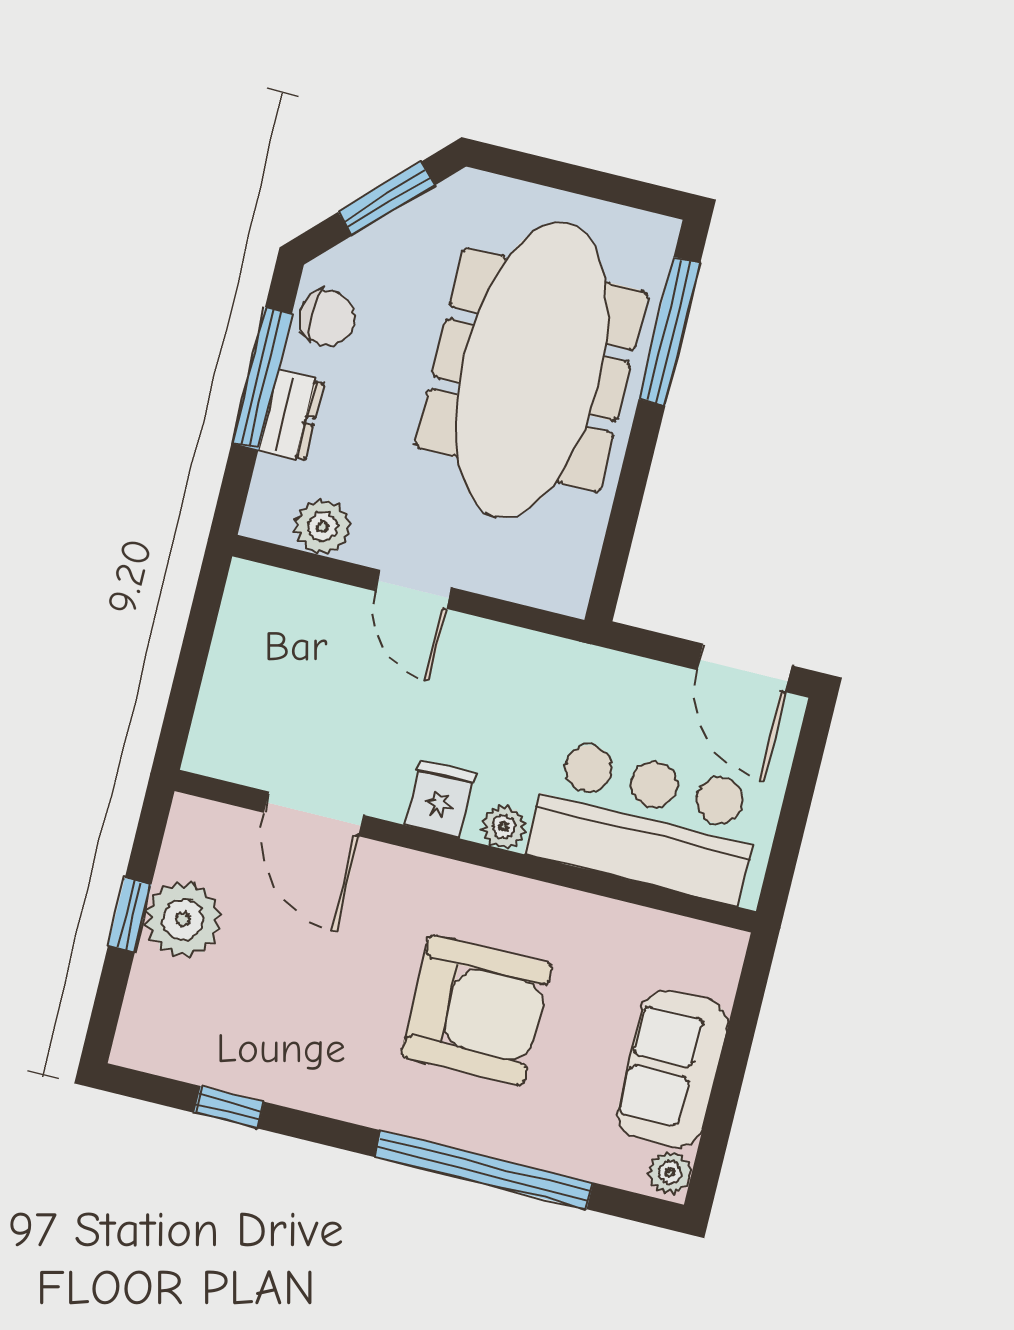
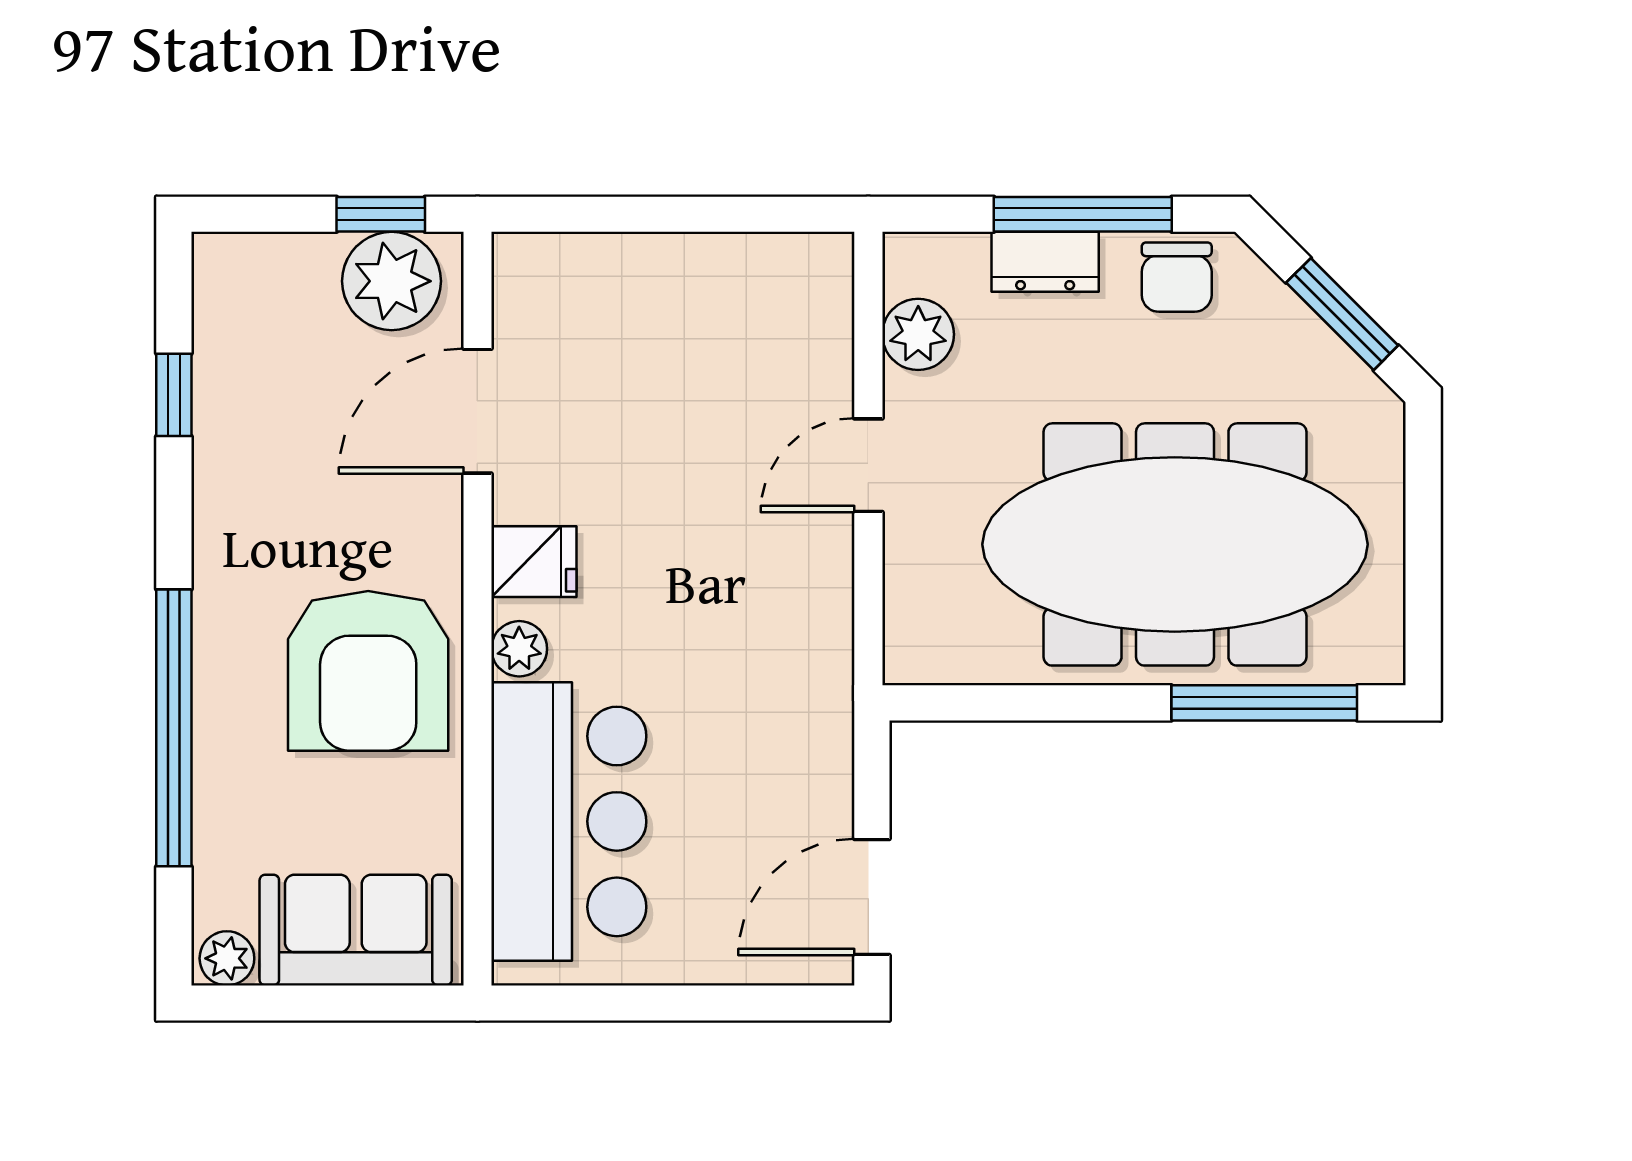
fridge: (440, 799) -> (534, 562), moved
door: (314, 814) -> (477, 411), moved
bar counter: (645, 821) -> (569, 821), moved
plant: (504, 827) -> (519, 649), moved
wall: (465, 851) -> (477, 609), moved

